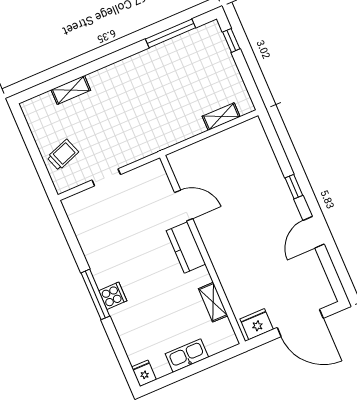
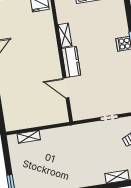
shelving: (213, 302) -> (65, 35), moved

